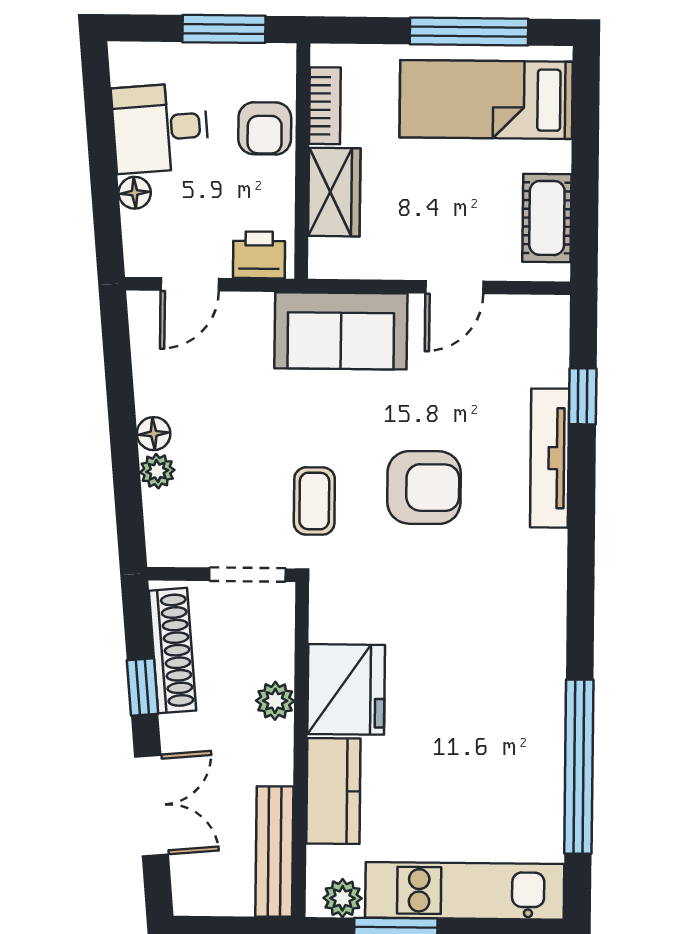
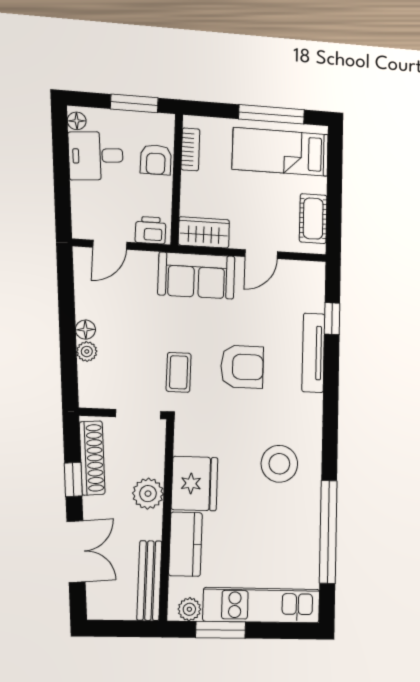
wardrobe: (334, 192) -> (204, 232), moved, turned -90
floor lamp: (135, 193) -> (77, 121), moved
stool: (492, 653) -> (279, 464), added
plant: (275, 701) -> (148, 494), width x1.38, depth x1.38

